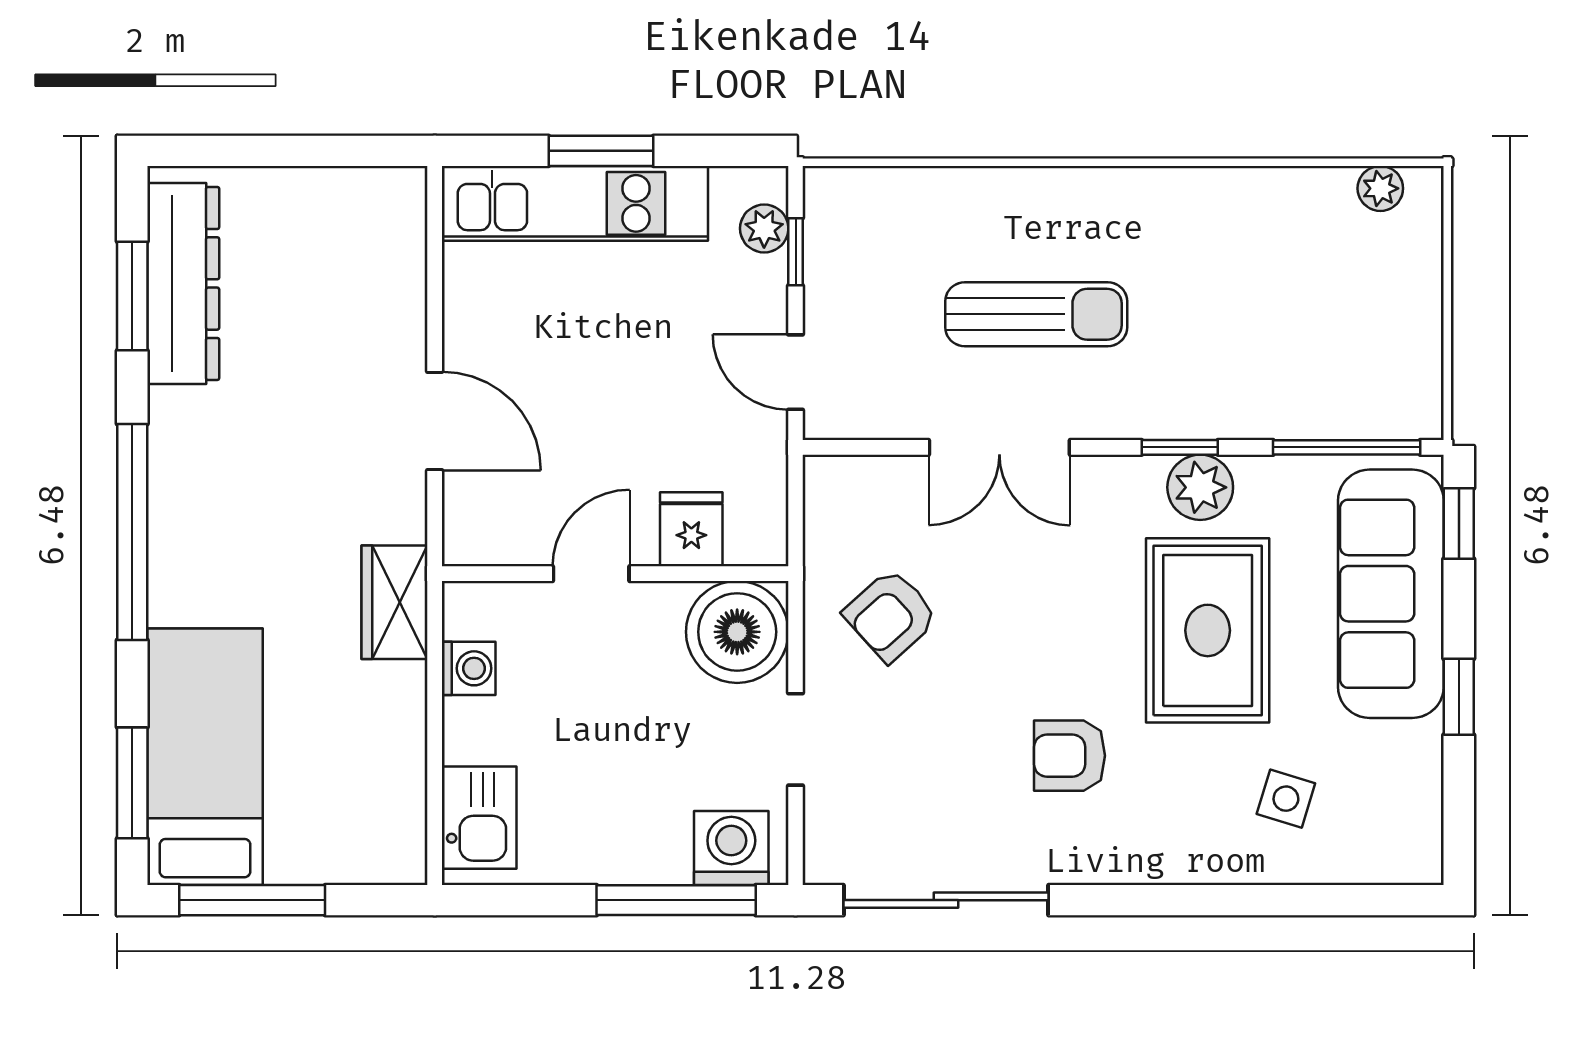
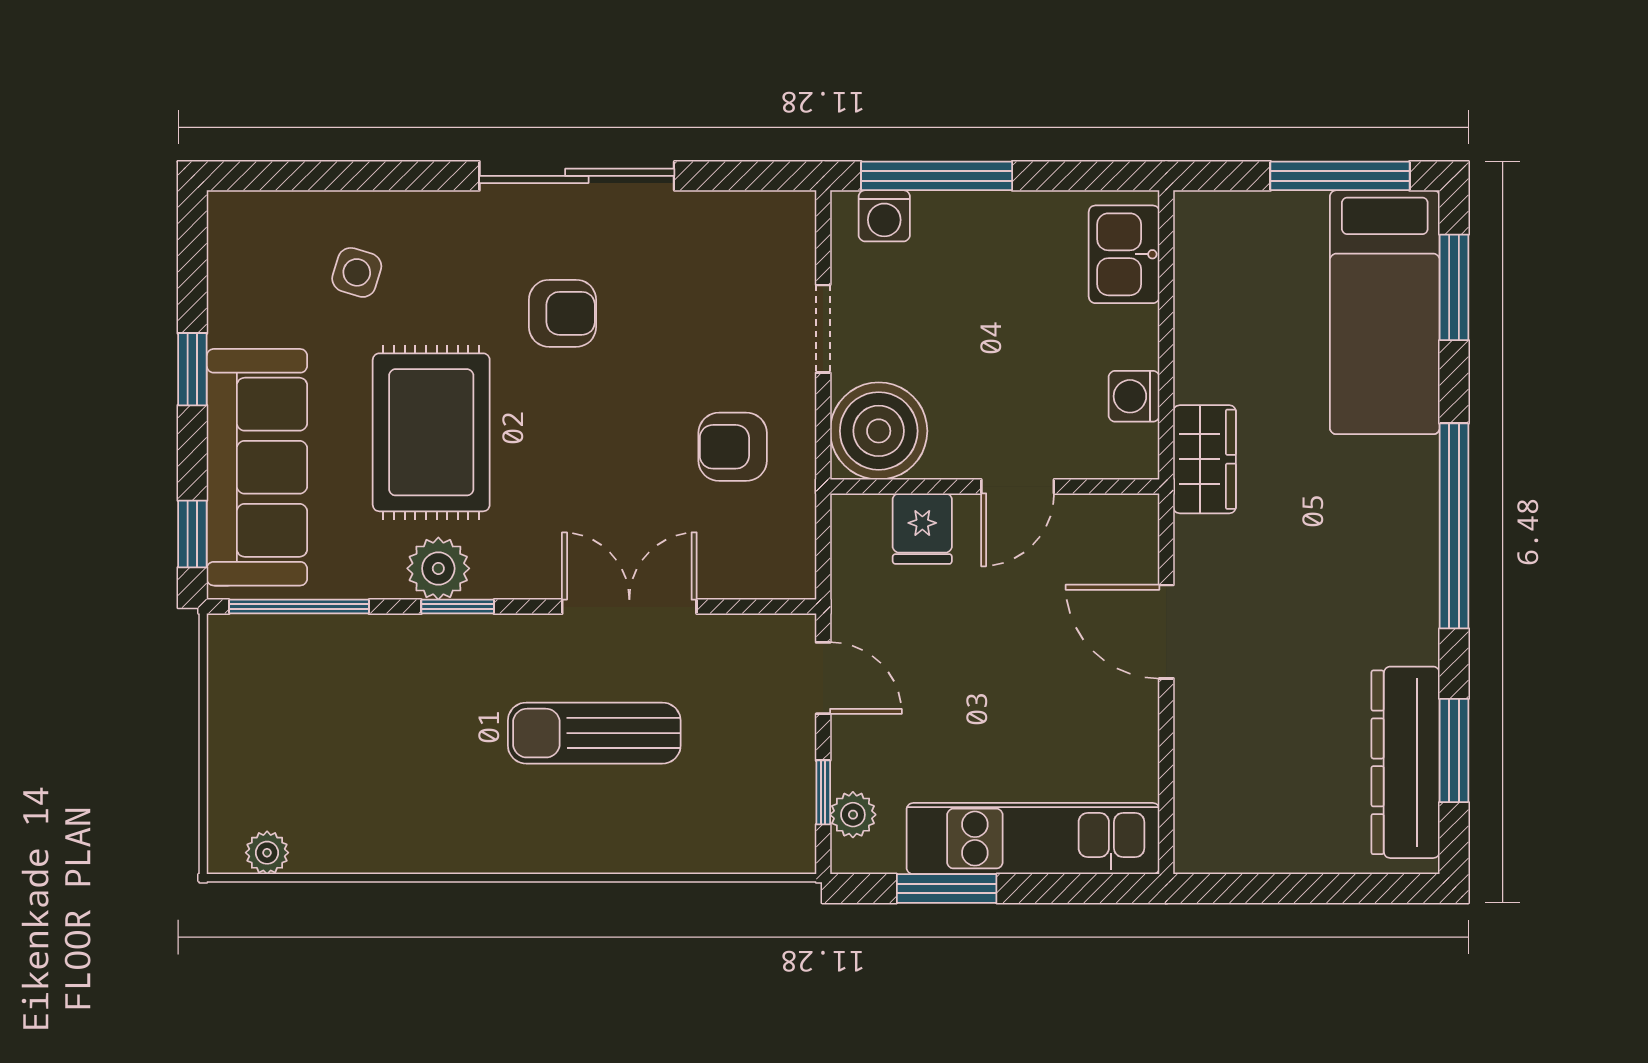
window: (601, 151) -> (947, 888), moved
armchair: (891, 615) -> (733, 447), turned -138
washing machine: (731, 848) -> (884, 216), width x0.73, depth x0.73
sliding door: (946, 900) -> (577, 176), moved

